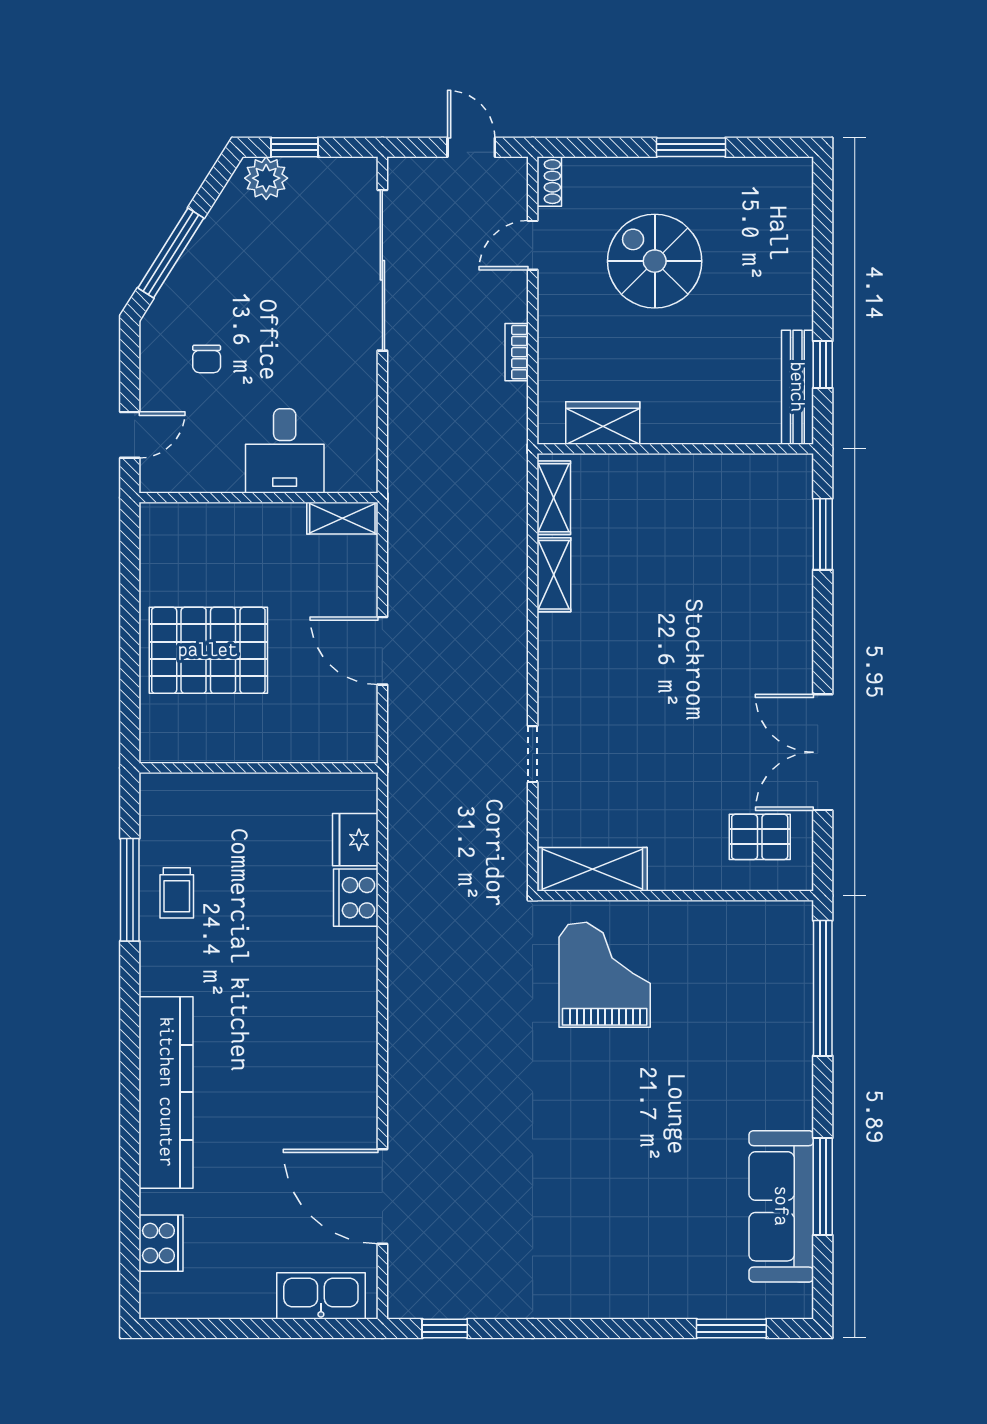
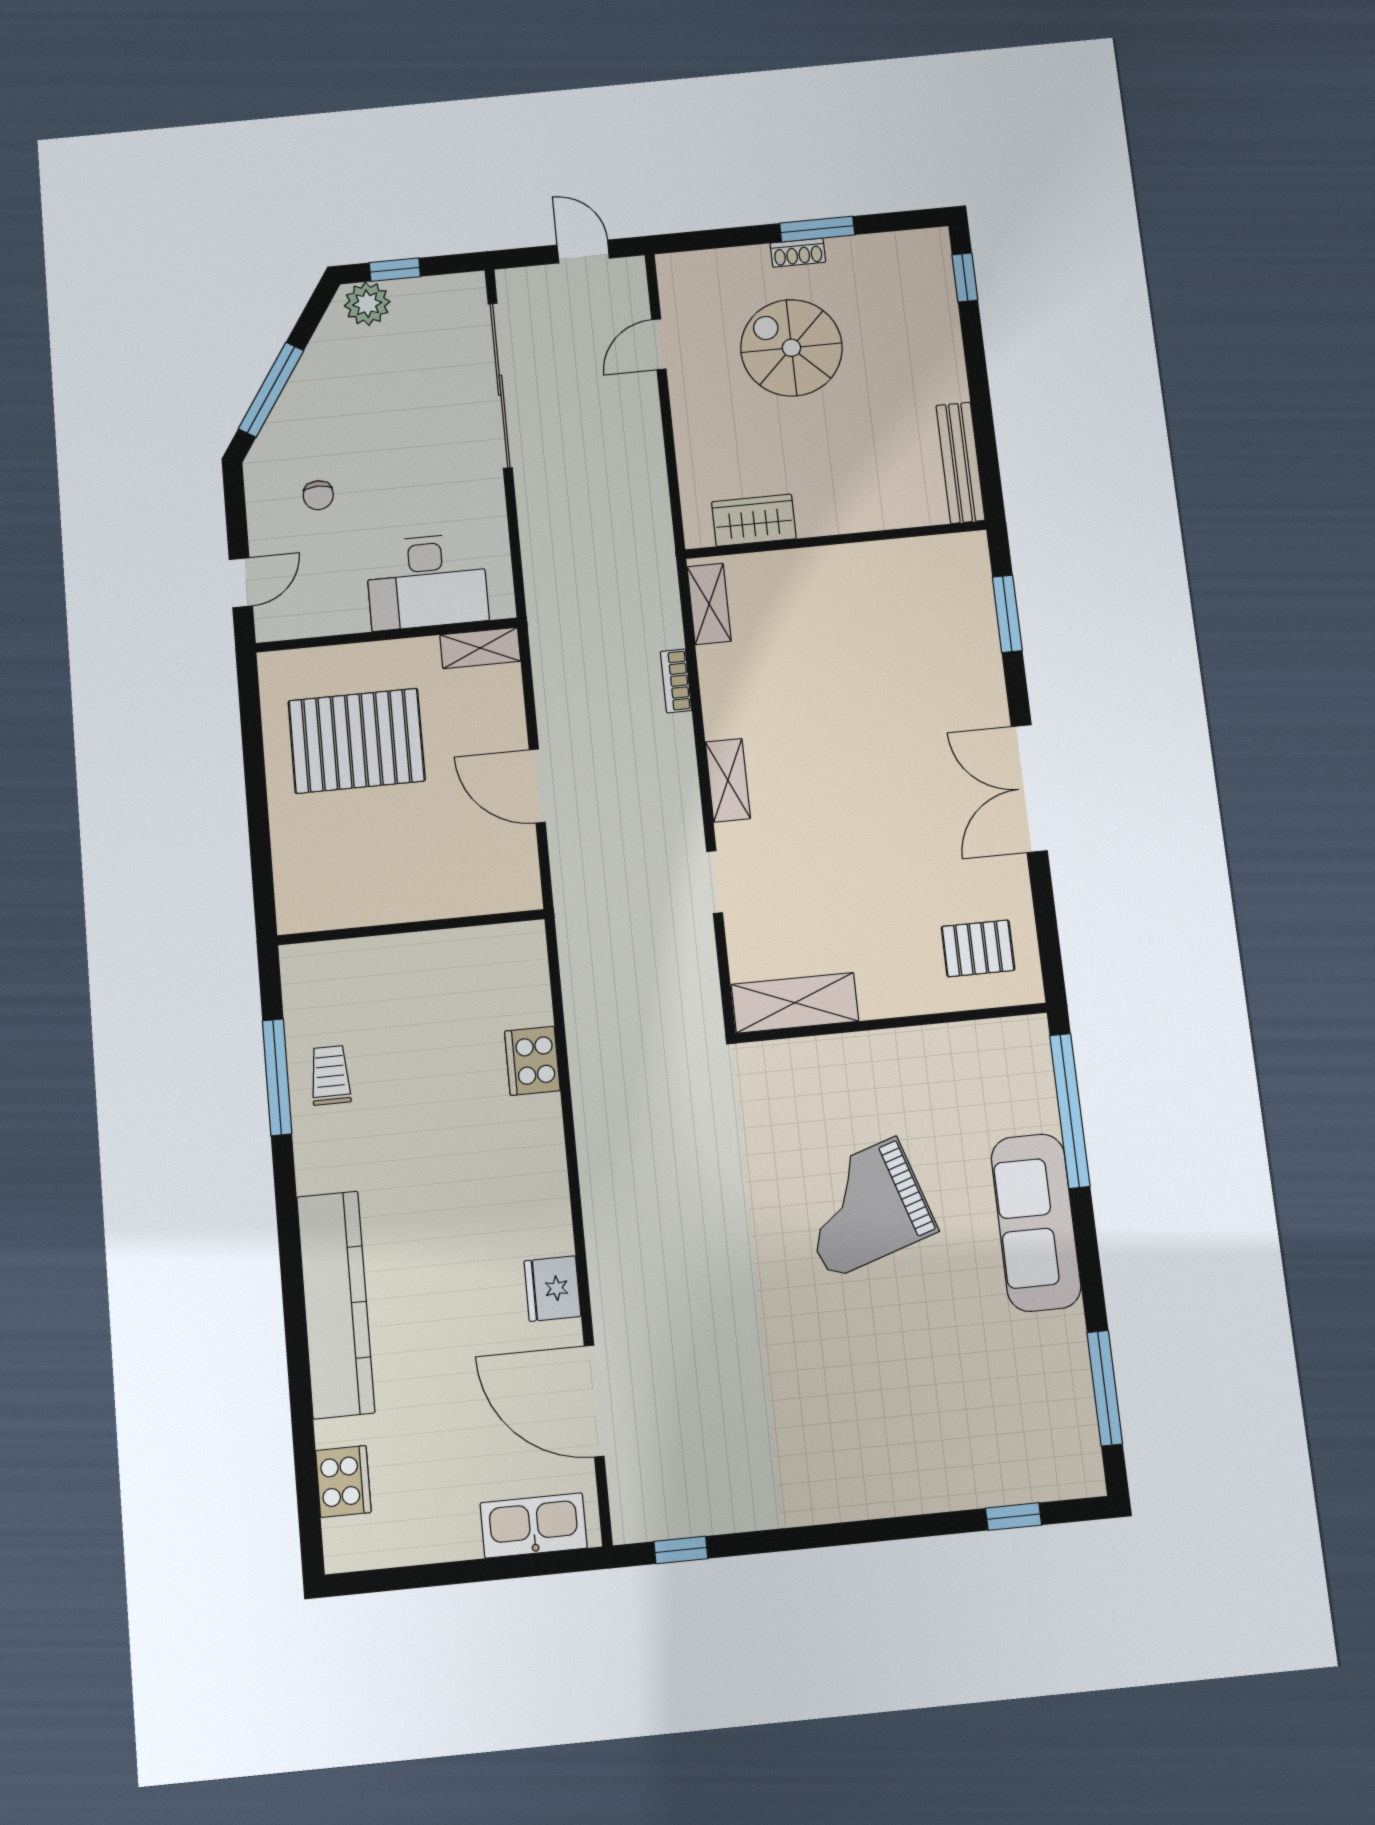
shoe rack: (549, 182) -> (798, 253), moved, turned 90
bookcase: (517, 352) -> (676, 681), moved
window: (823, 364) -> (965, 277), moved
desk: (285, 451) -> (427, 581), width x1.37
shelving: (554, 575) -> (728, 780), moved
pallet: (208, 650) -> (357, 741), moved
double door: (823, 752) -> (1029, 788), moved
fridge: (355, 840) -> (552, 1289), moved
trolley: (177, 893) -> (330, 1075), turned 180
grand piano: (605, 975) -> (863, 1208), moved, turned -108
window: (823, 1187) -> (1105, 1388), moved
sofa: (781, 1206) -> (1036, 1222), moved
window: (731, 1328) -> (1014, 1517), width x0.67

